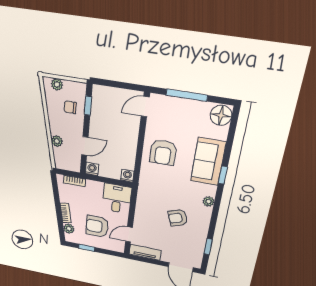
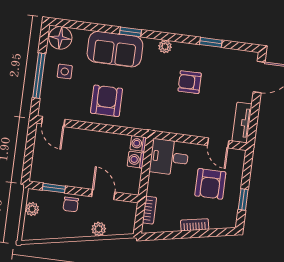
plant: (57, 84) -> (32, 209), moved
chair: (70, 107) -> (71, 204), moved
side table: (190, 118) -> (65, 71), added
armchair: (163, 152) -> (107, 101), turned -90
washing machine: (92, 169) -> (136, 160), moved
armchair: (178, 218) -> (190, 82), turned 110
plant: (69, 229) -> (217, 222), removed
window: (208, 247) -> (211, 42), moved

